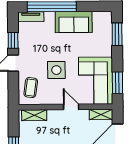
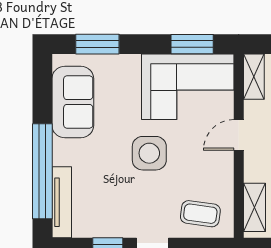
tv unit: (31, 17) -> (62, 202), width x1.41
sofa: (74, 22) -> (73, 102), moved
side table: (56, 70) -> (149, 153), moved

